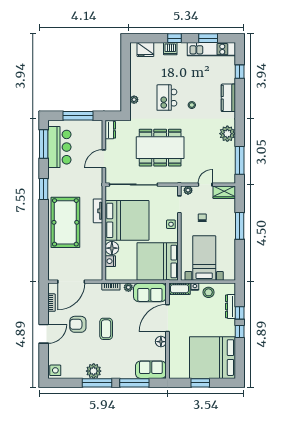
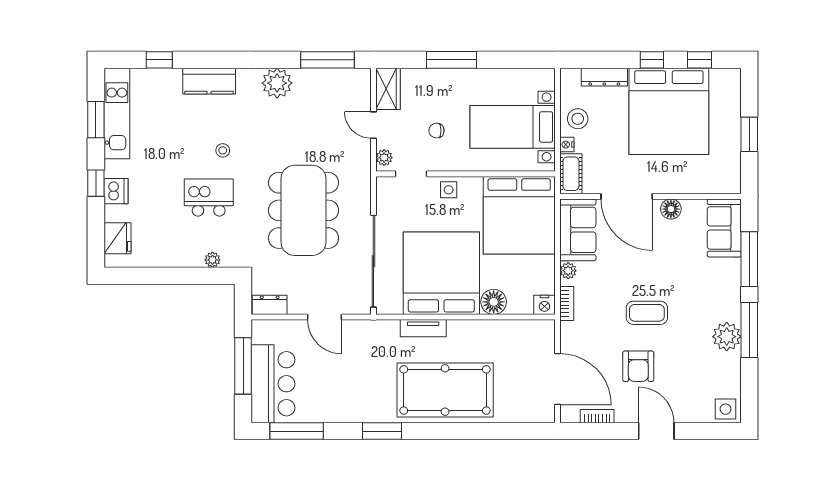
kitchen island: (167, 98) -> (209, 198), turned 180
bar counter: (59, 147) -> (273, 384), moved, turned 90
nightstand: (110, 261) -> (544, 305), moved
window: (240, 313) -> (699, 60), moved
bed: (212, 358) -> (669, 111), moved

